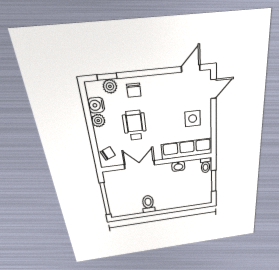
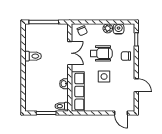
door: (191, 68) -> (136, 85), moved
plant: (110, 86) -> (130, 40), removed
side table: (193, 119) -> (104, 76), moved

